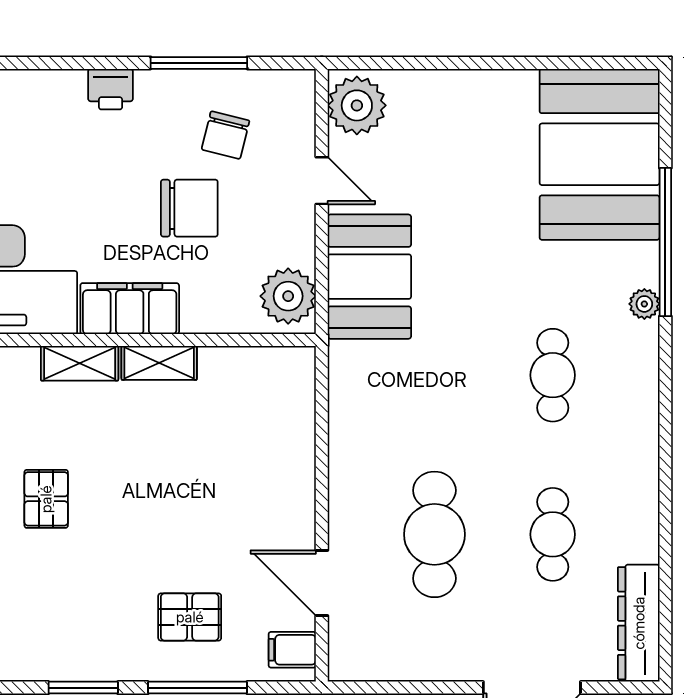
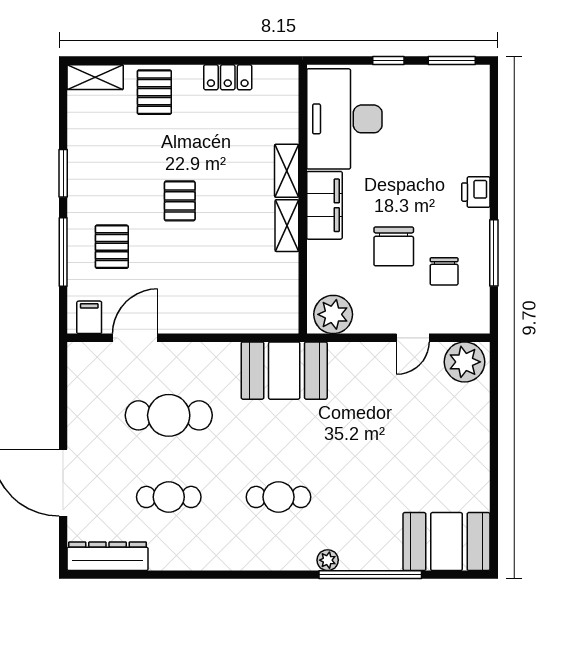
chair: (225, 135) -> (444, 271), turned -104
booth: (600, 154) -> (446, 542), width x0.73, depth x0.70
booth: (369, 277) -> (284, 371), moved
pallet: (46, 499) -> (180, 201), moved, turned 90

